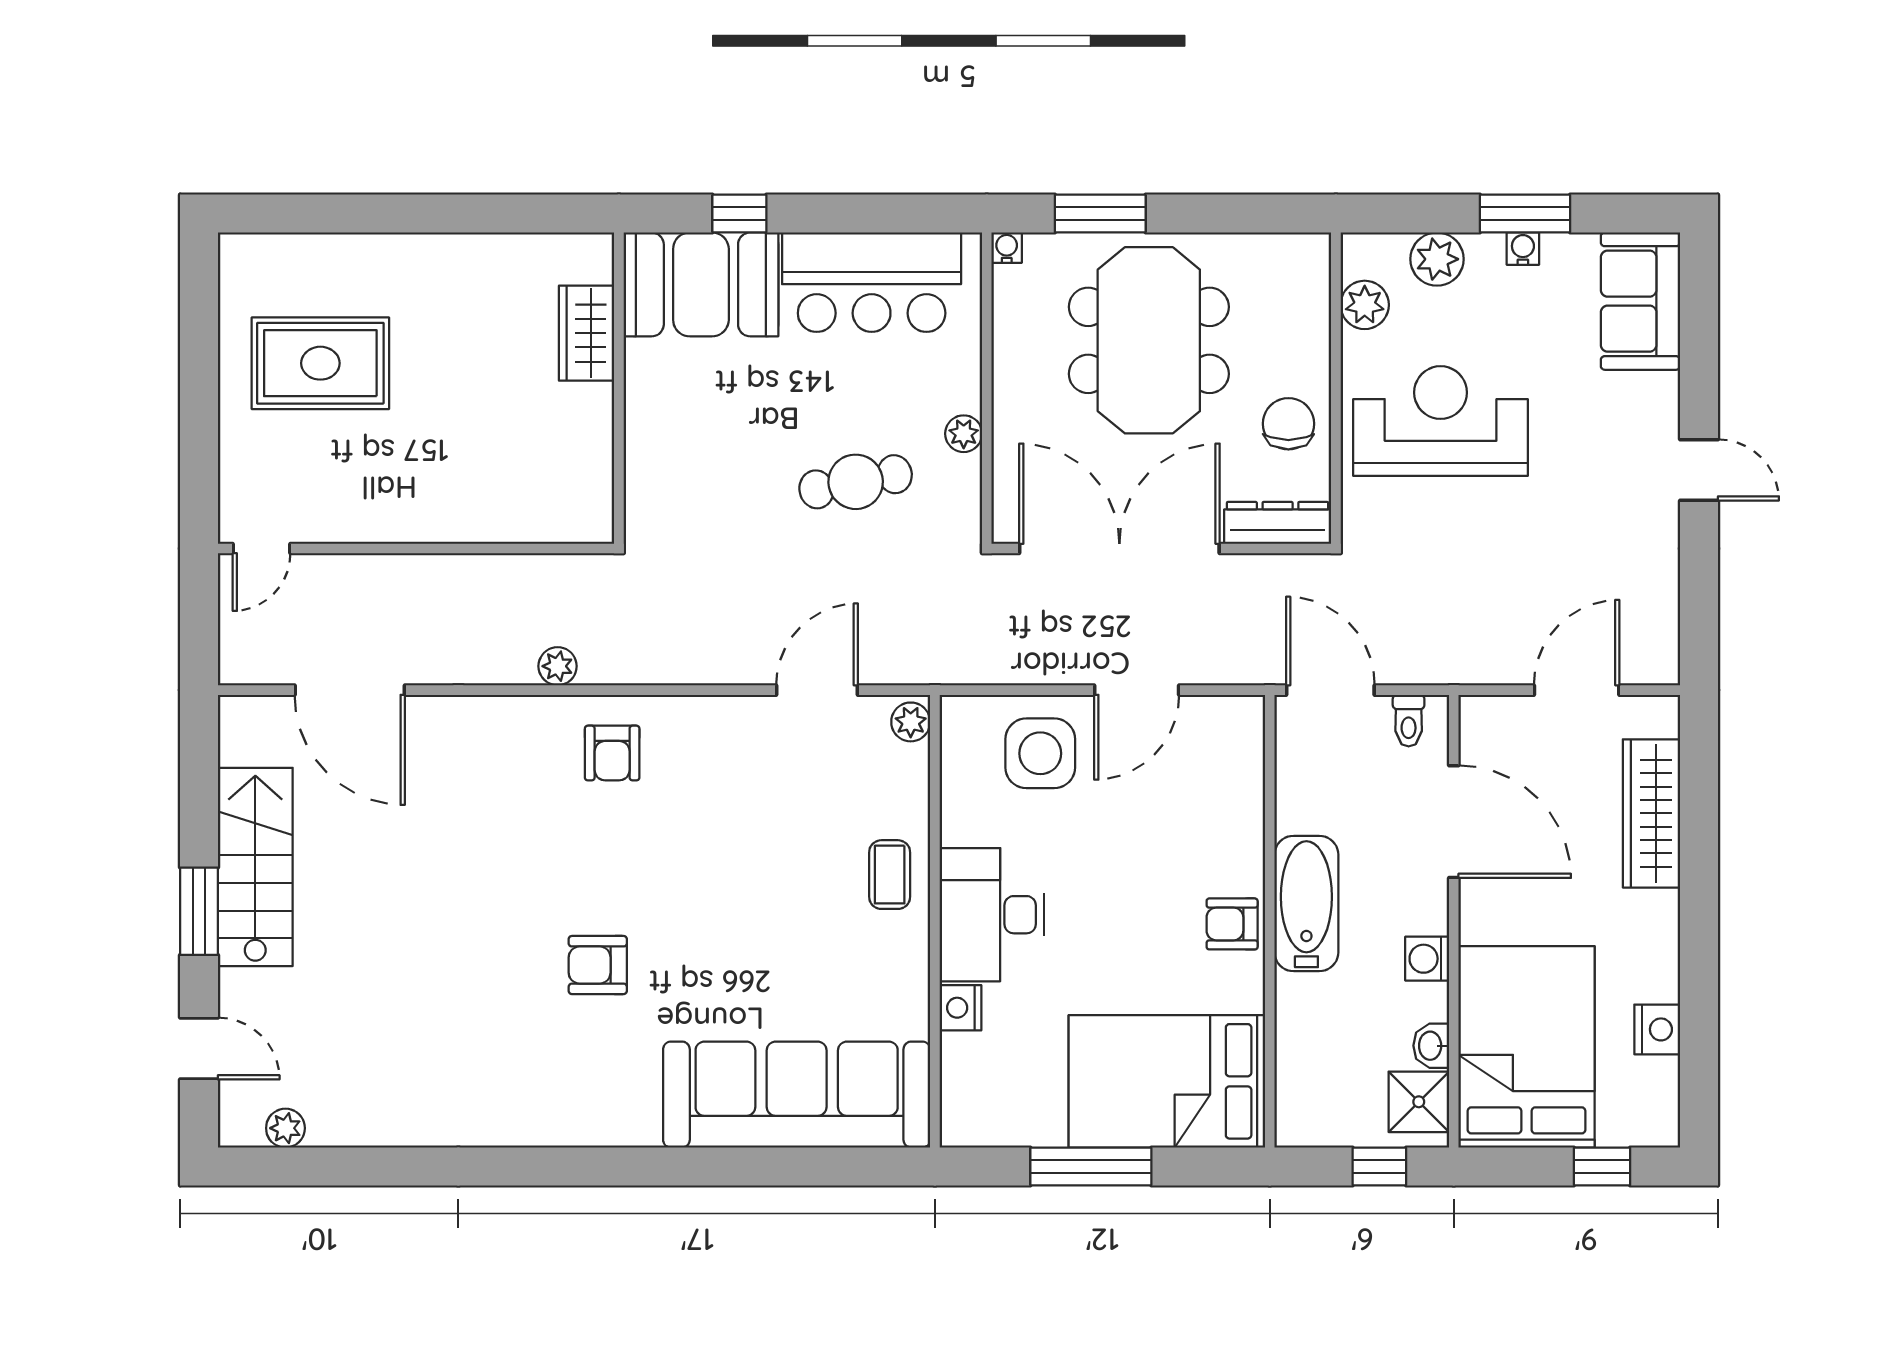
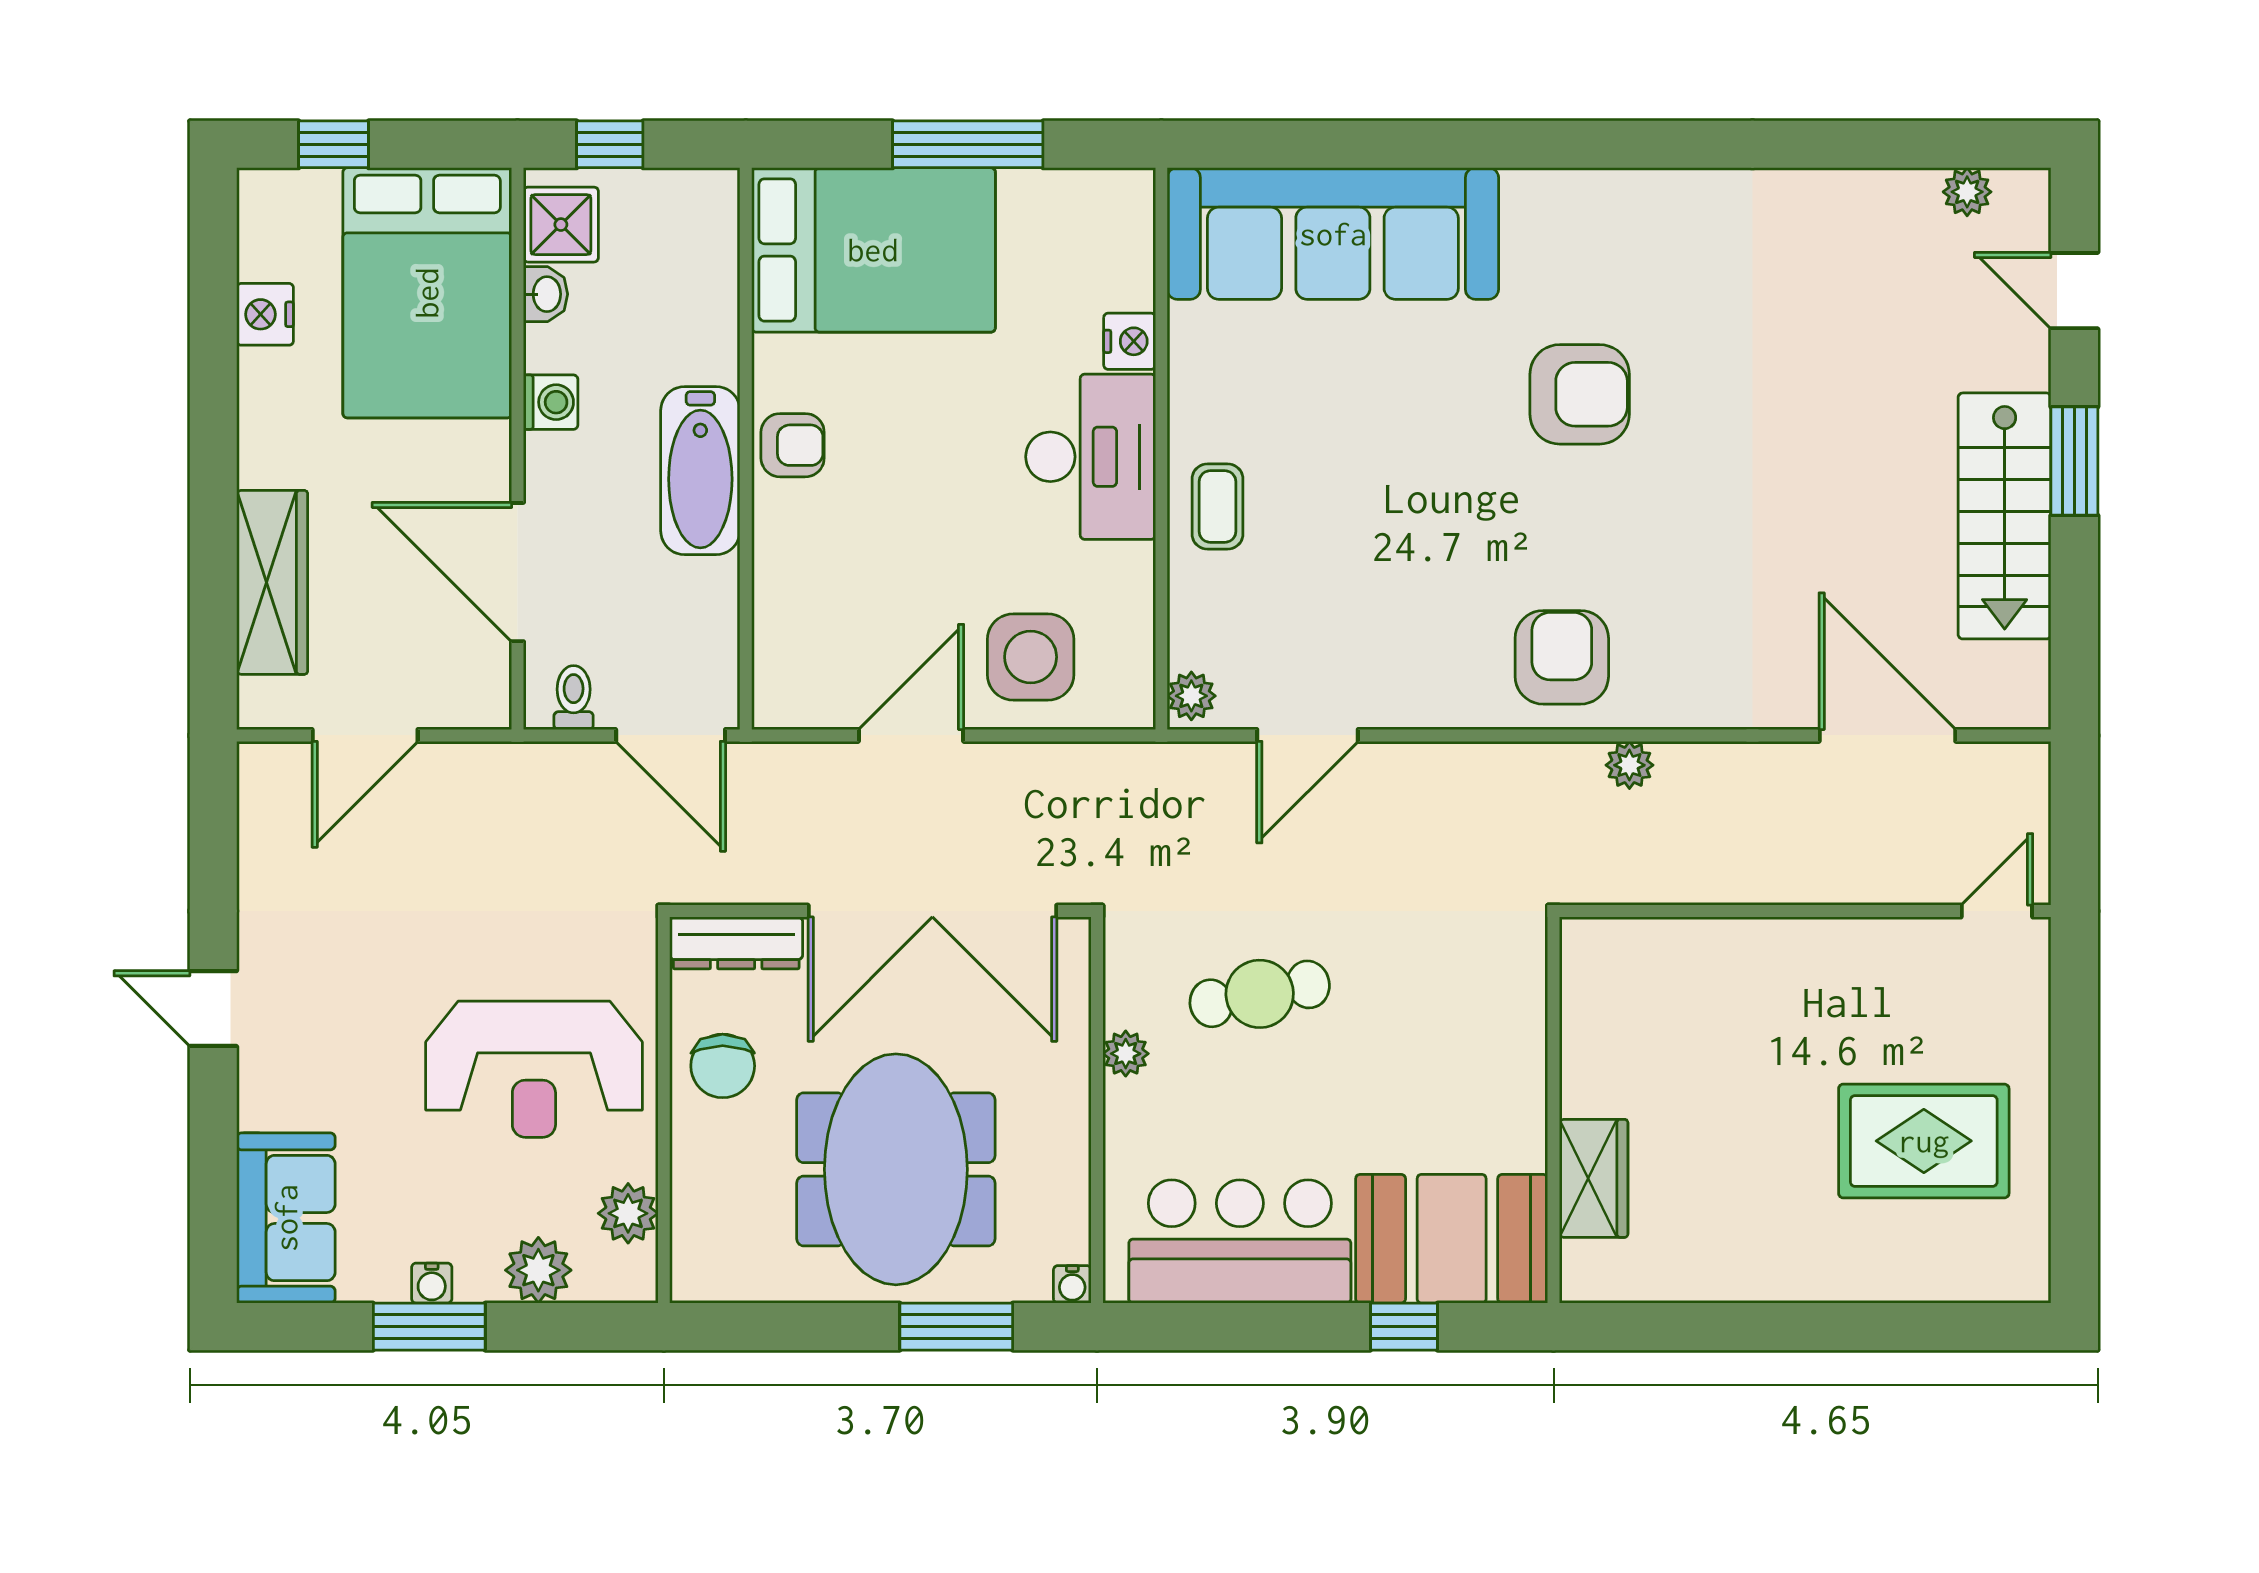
armchair: (612, 753) -> (1562, 657), width x1.38, depth x1.38
armchair: (598, 965) -> (1580, 394), width x1.38, depth x1.38

